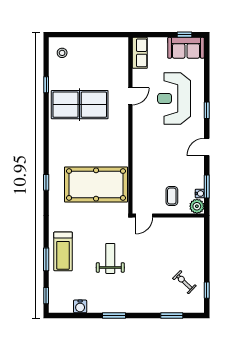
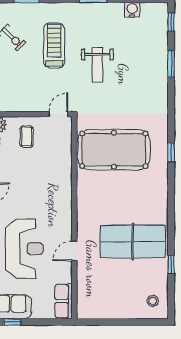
treadmill: (63, 251) -> (54, 46), moved

